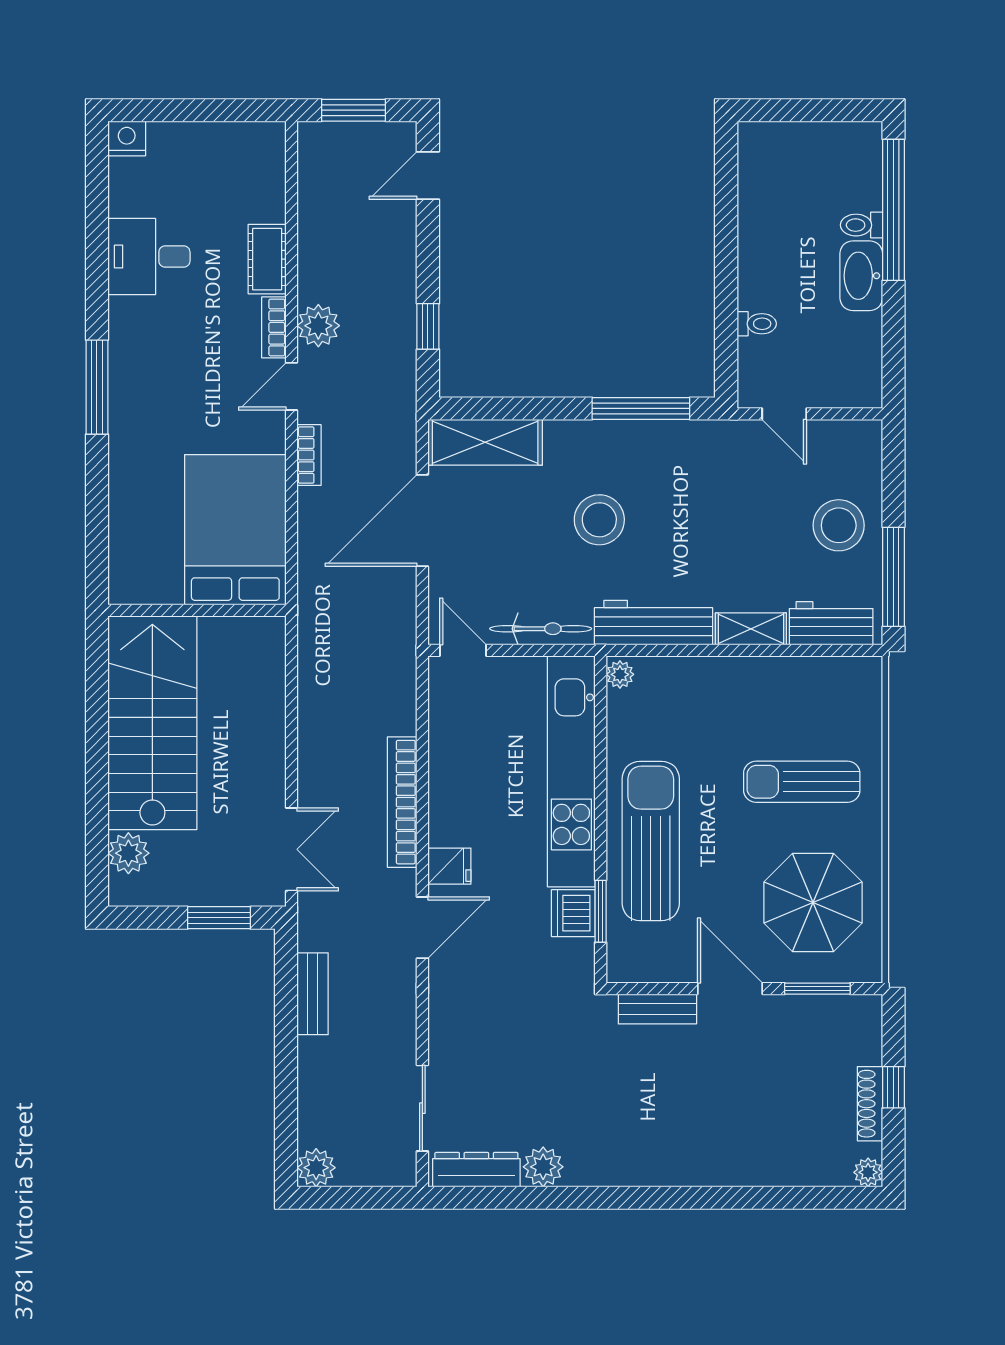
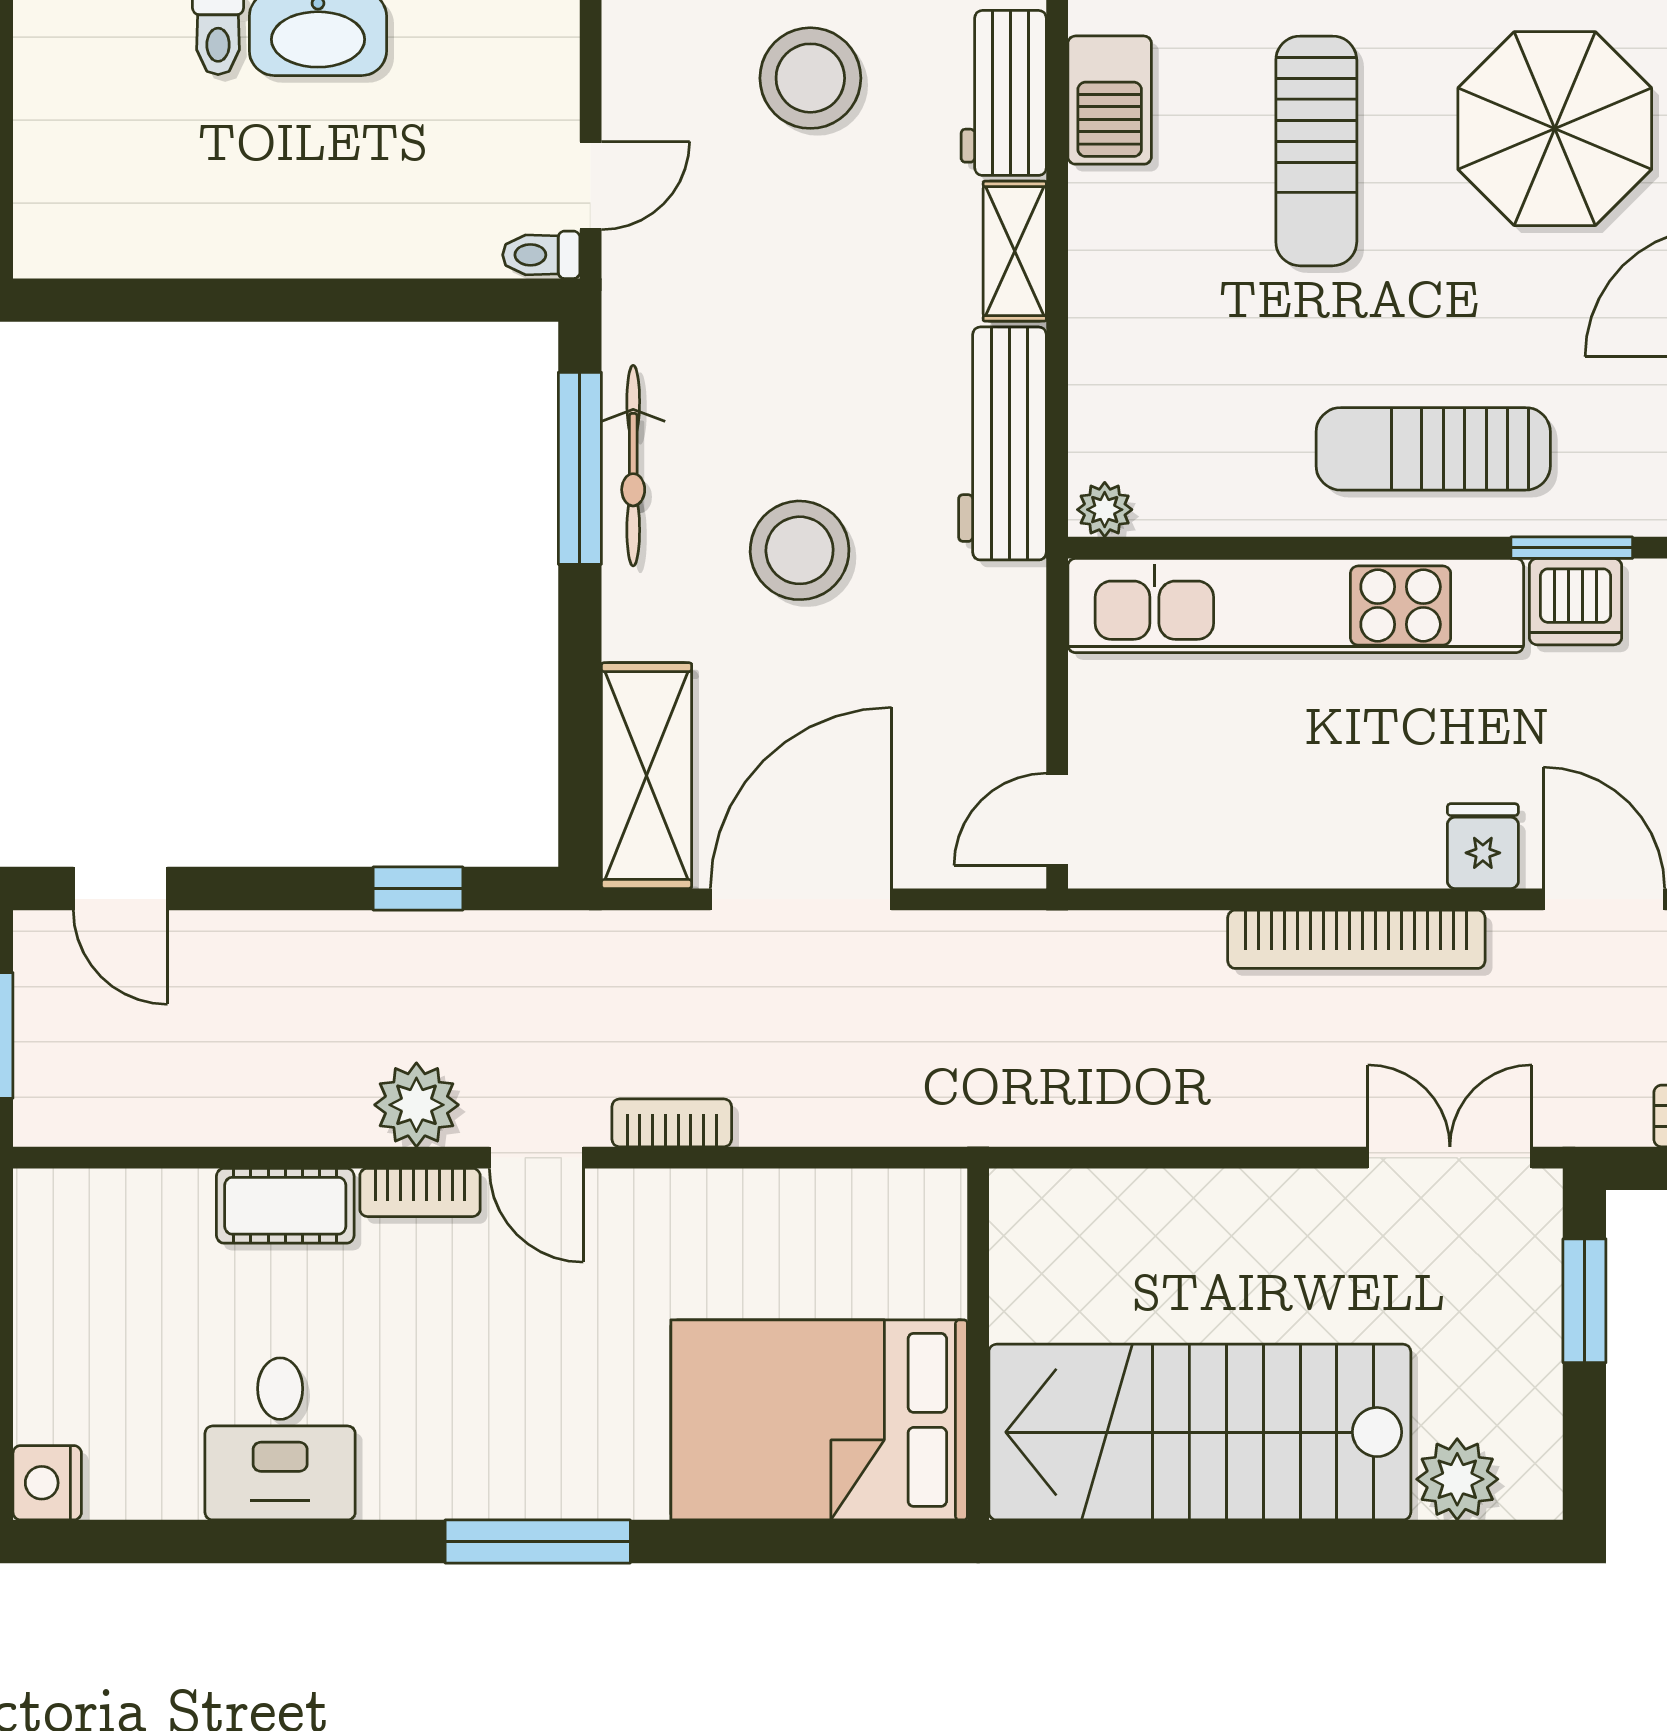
toilet: (757, 324) -> (541, 255), moved, turned -90
door: (422, 521) -> (801, 899), swing flipped
bed: (235, 530) -> (819, 1420), moved
bicycle: (541, 629) -> (633, 466), moved, turned 180
barbecue: (828, 677) -> (1110, 100), added
sun lounger: (651, 841) -> (1433, 449), width x0.73, depth x0.75

